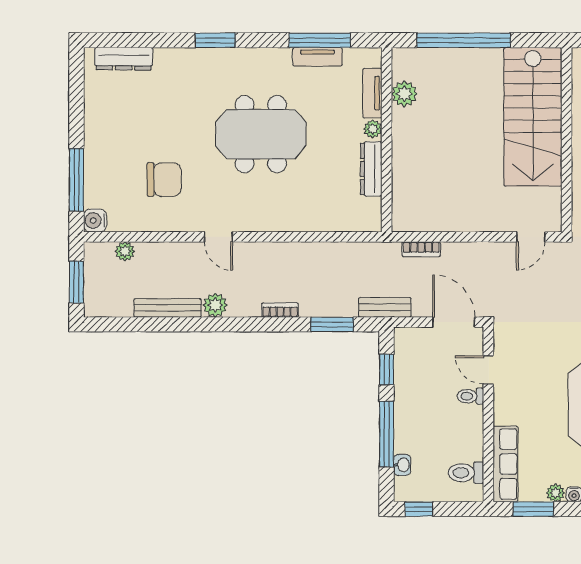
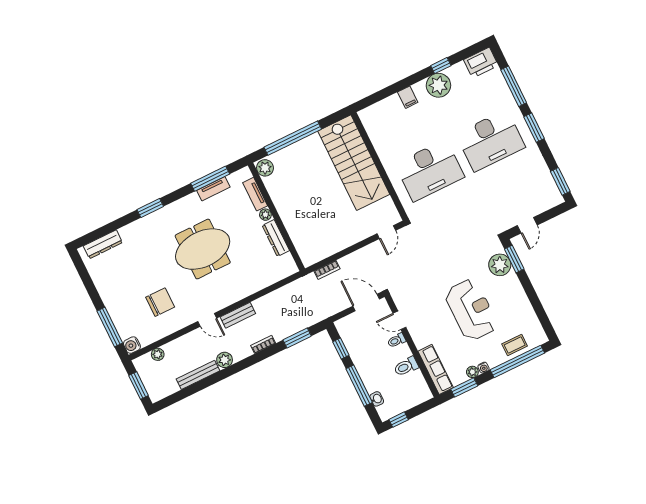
plant: (404, 94) -> (265, 168), moved
bench: (385, 307) -> (238, 315), moved
toilet: (466, 473) -> (406, 366), moved

